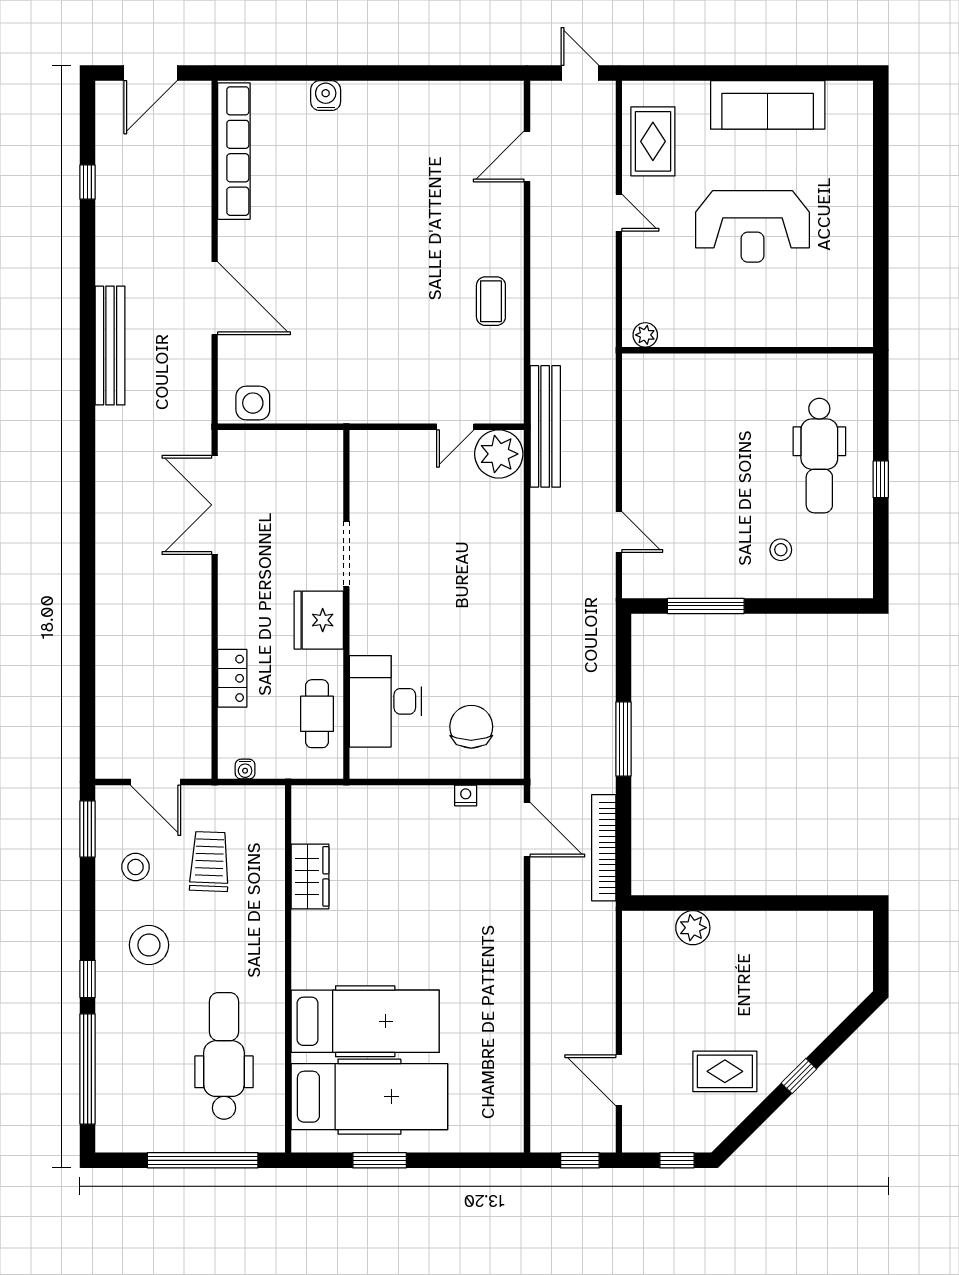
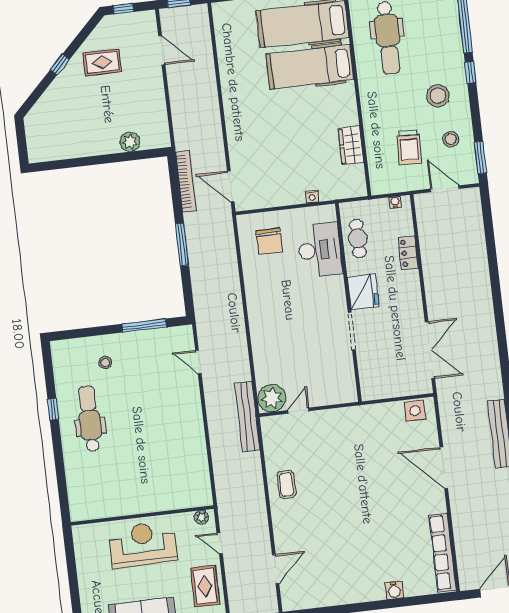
plant: (645, 335) -> (201, 517), moved
wall: (748, 350) -> (142, 515), moved
nightstand: (466, 795) -> (312, 197), moved

